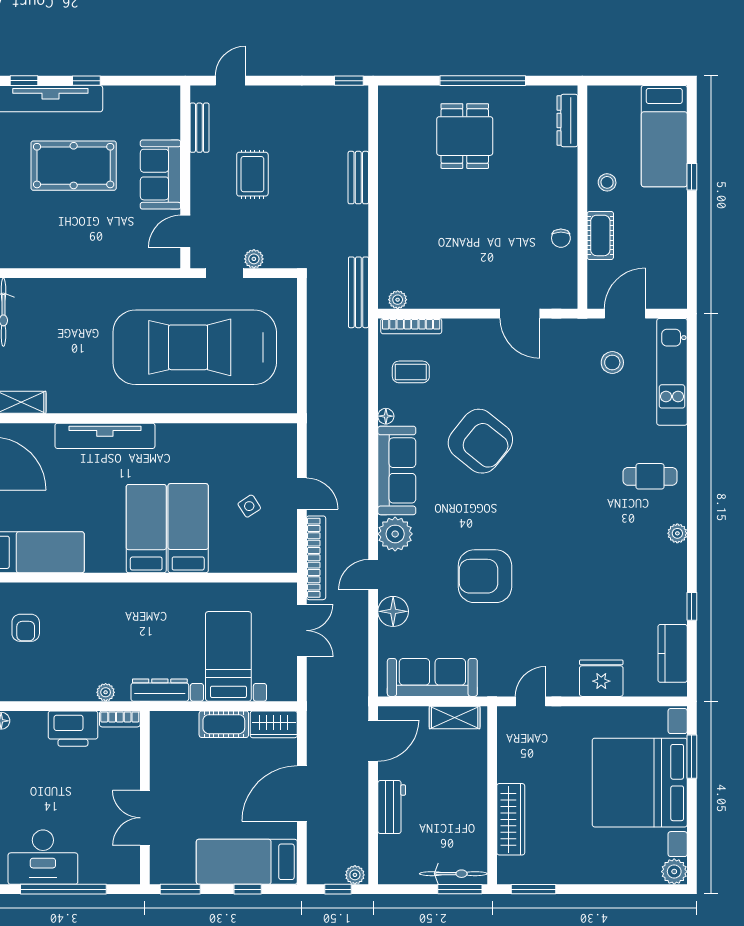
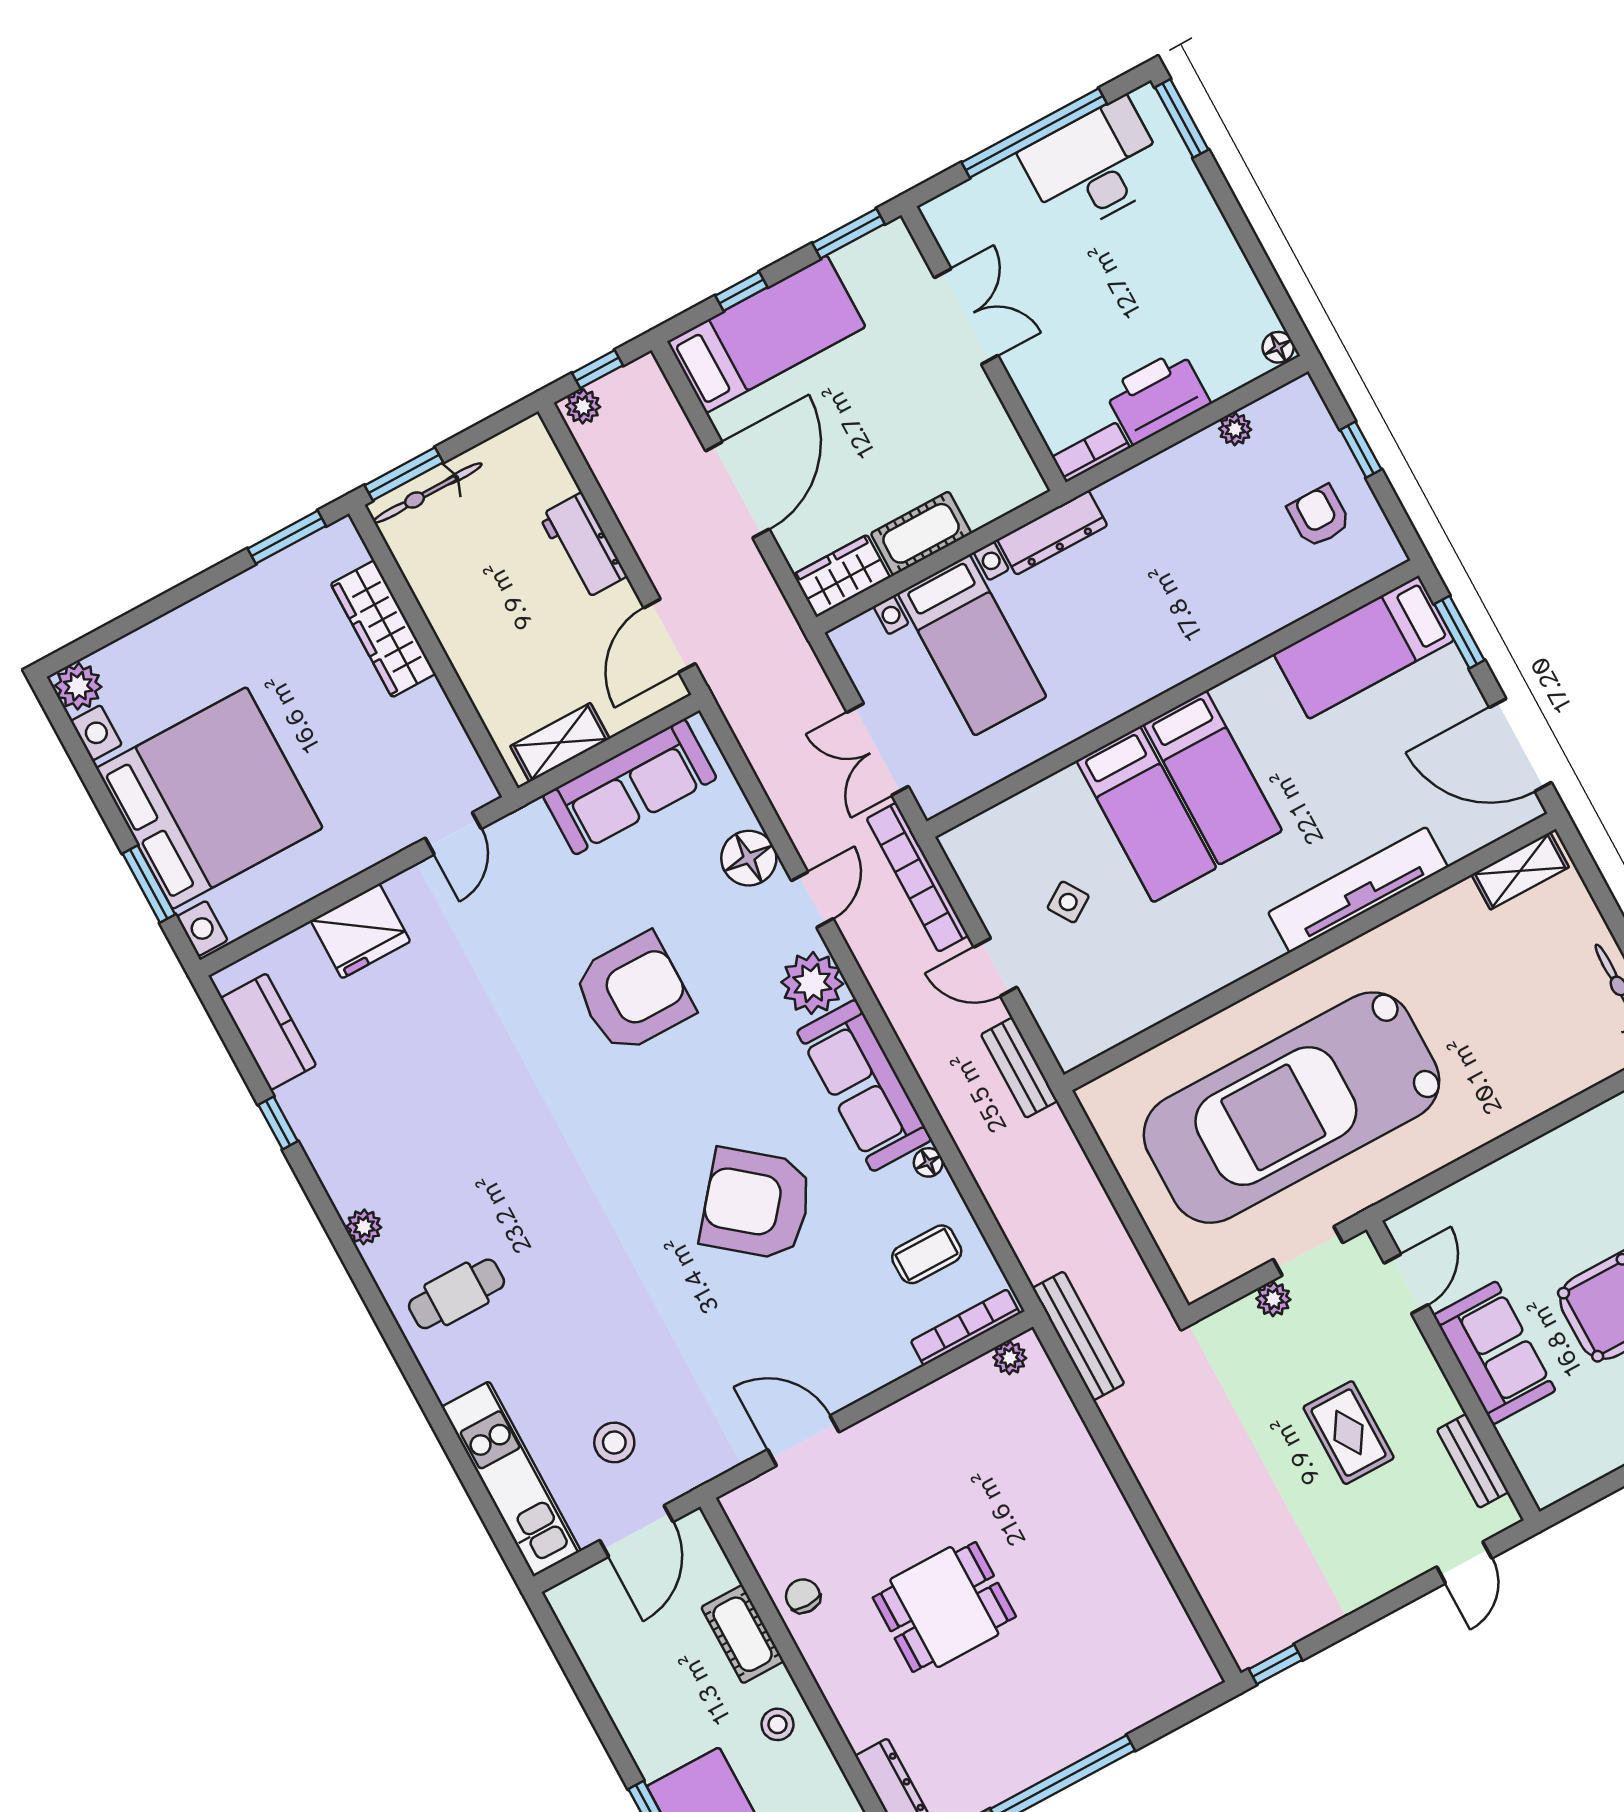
dining table: (465, 136) -> (944, 1607), moved, turned 90
bench: (358, 178) -> (1019, 1068), moved
car: (195, 347) -> (1291, 1108), turned 180
plant: (106, 692) -> (1235, 429), moved

